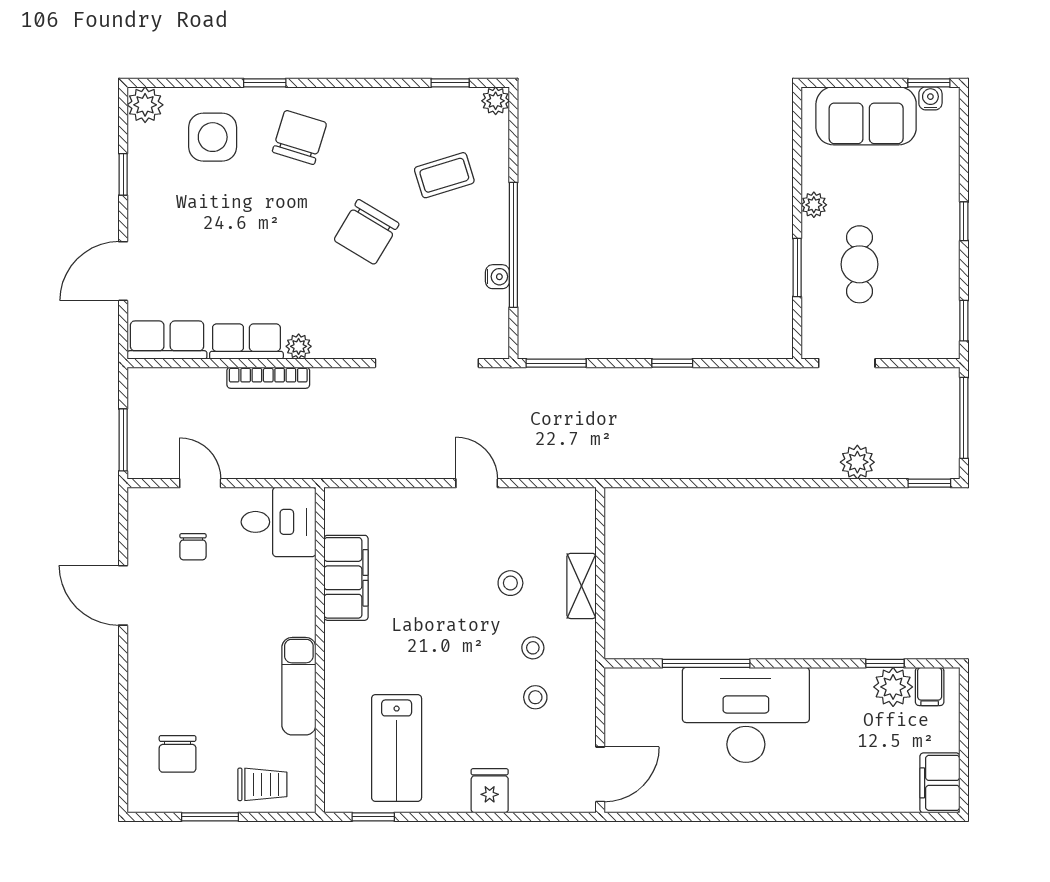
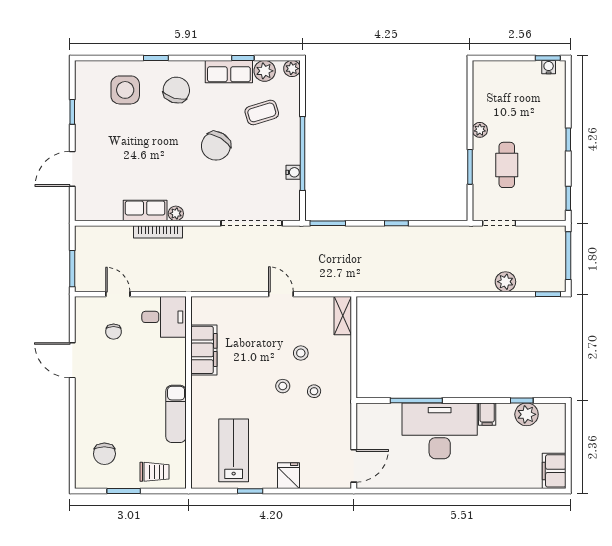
window: (450, 83) -> (243, 58), moved
plant: (145, 105) -> (265, 71), moved
sofa: (866, 116) -> (511, 77), removed
row of seats: (167, 340) -> (229, 72), moved, turned 180
shelving: (582, 586) -> (343, 316), moved
filing cabinet: (930, 686) -> (487, 414), moved
stool: (535, 697) -> (283, 386), moved
lab bench: (397, 748) -> (234, 450), turned 180
window: (373, 817) -> (250, 491), moved

